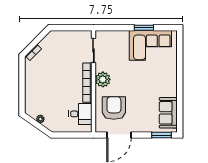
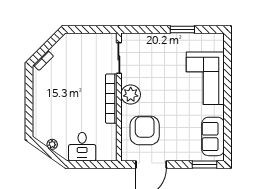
corner sofa: (150, 45) -> (205, 78), moved, turned 90
desk: (80, 114) -> (82, 147), moved, turned 90

